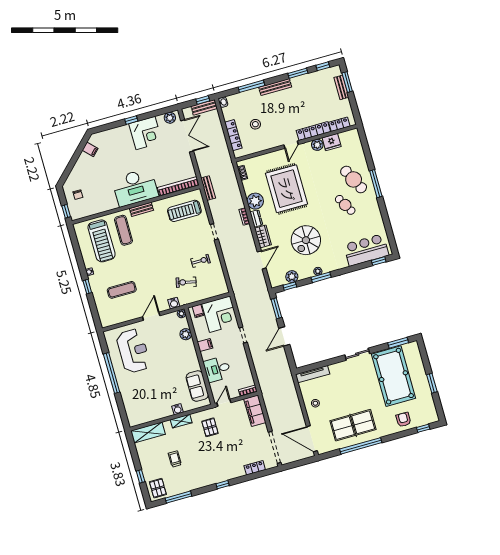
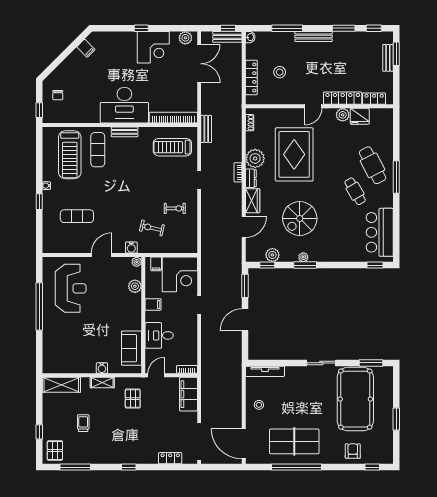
bar counter: (366, 250) -> (380, 232), moved, turned -90

